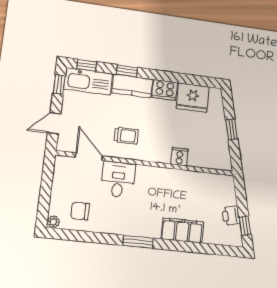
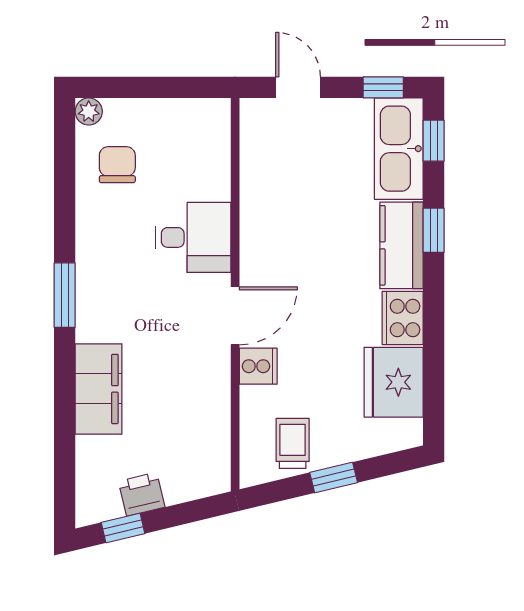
trolley: (126, 136) -> (293, 443), moved, turned 180
door: (89, 157) -> (235, 316), moved

